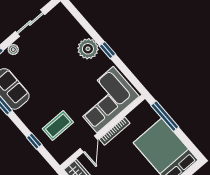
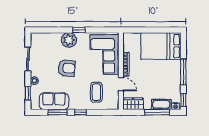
armchair: (56, 72) -> (67, 68), added
window: (165, 116) -> (141, 30), removed
window: (34, 141) -> (81, 112), moved

